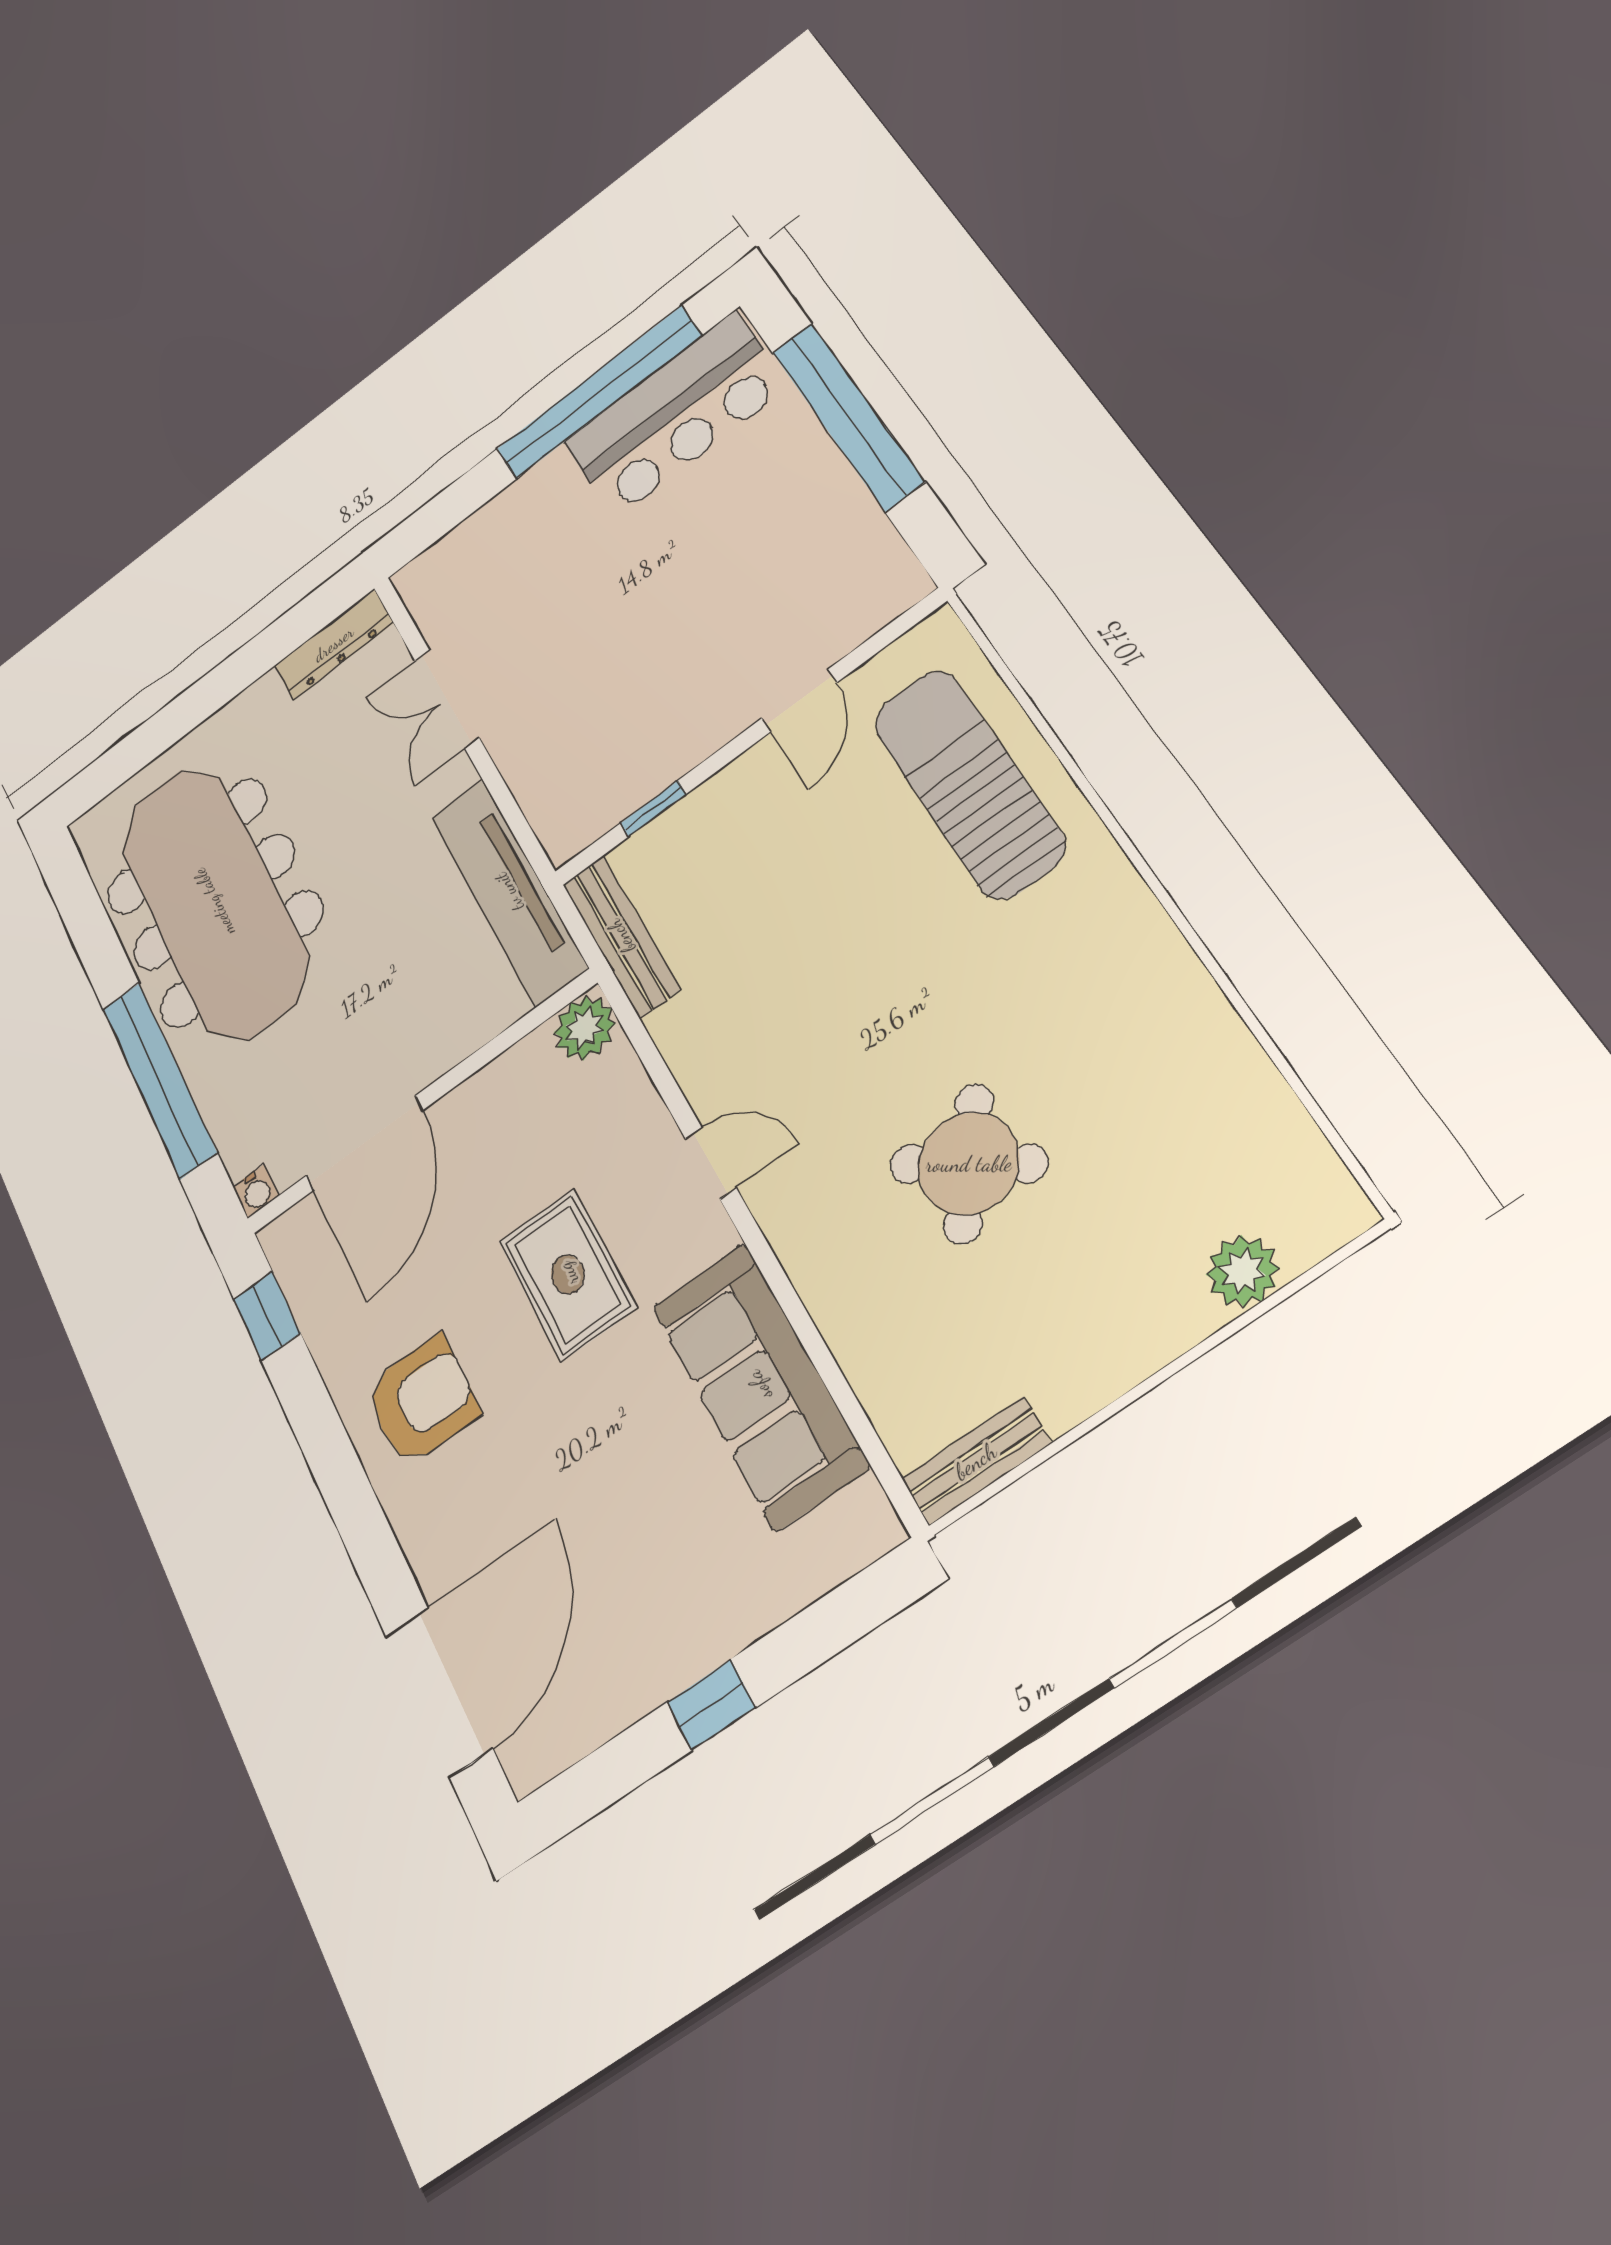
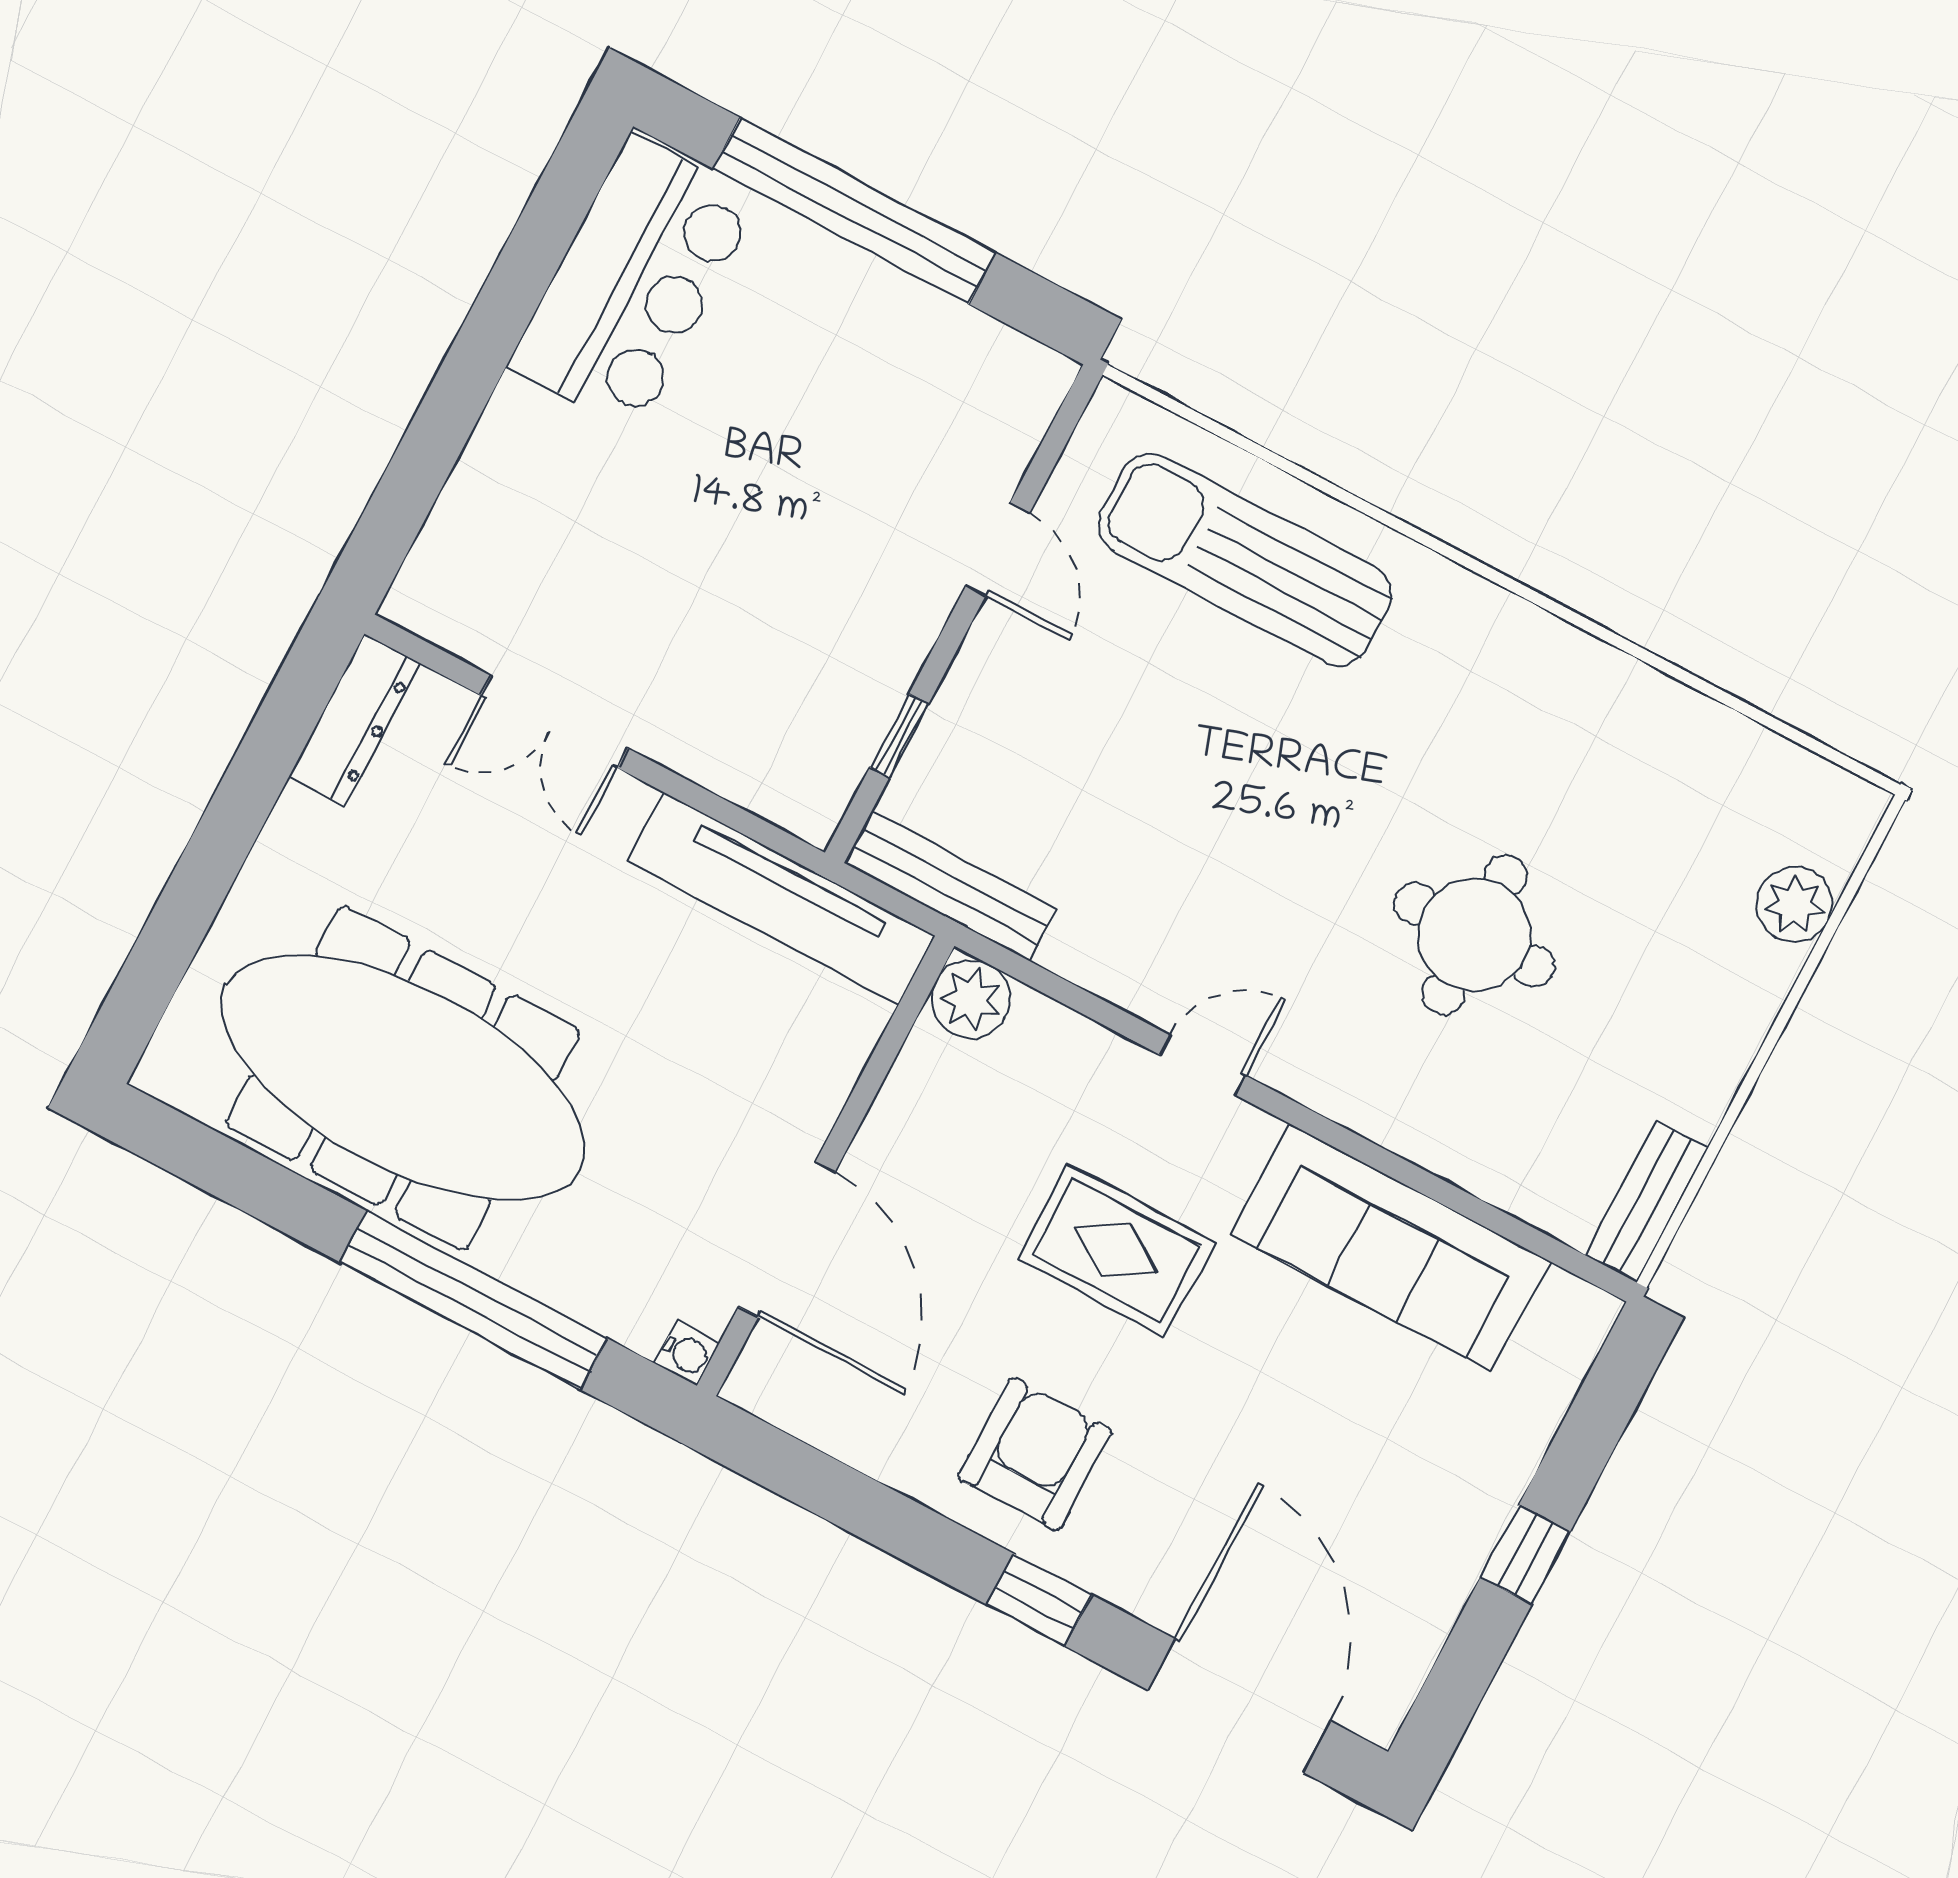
window: (599, 392) -> (513, 292), removed
round table: (969, 1164) -> (1474, 935), turned -36
window: (267, 1316) -> (1039, 1600), moved

